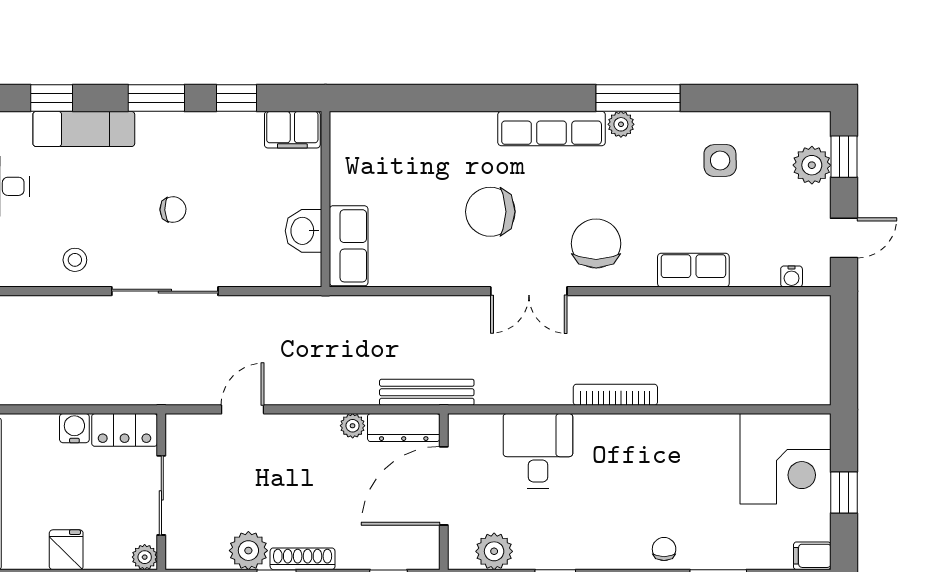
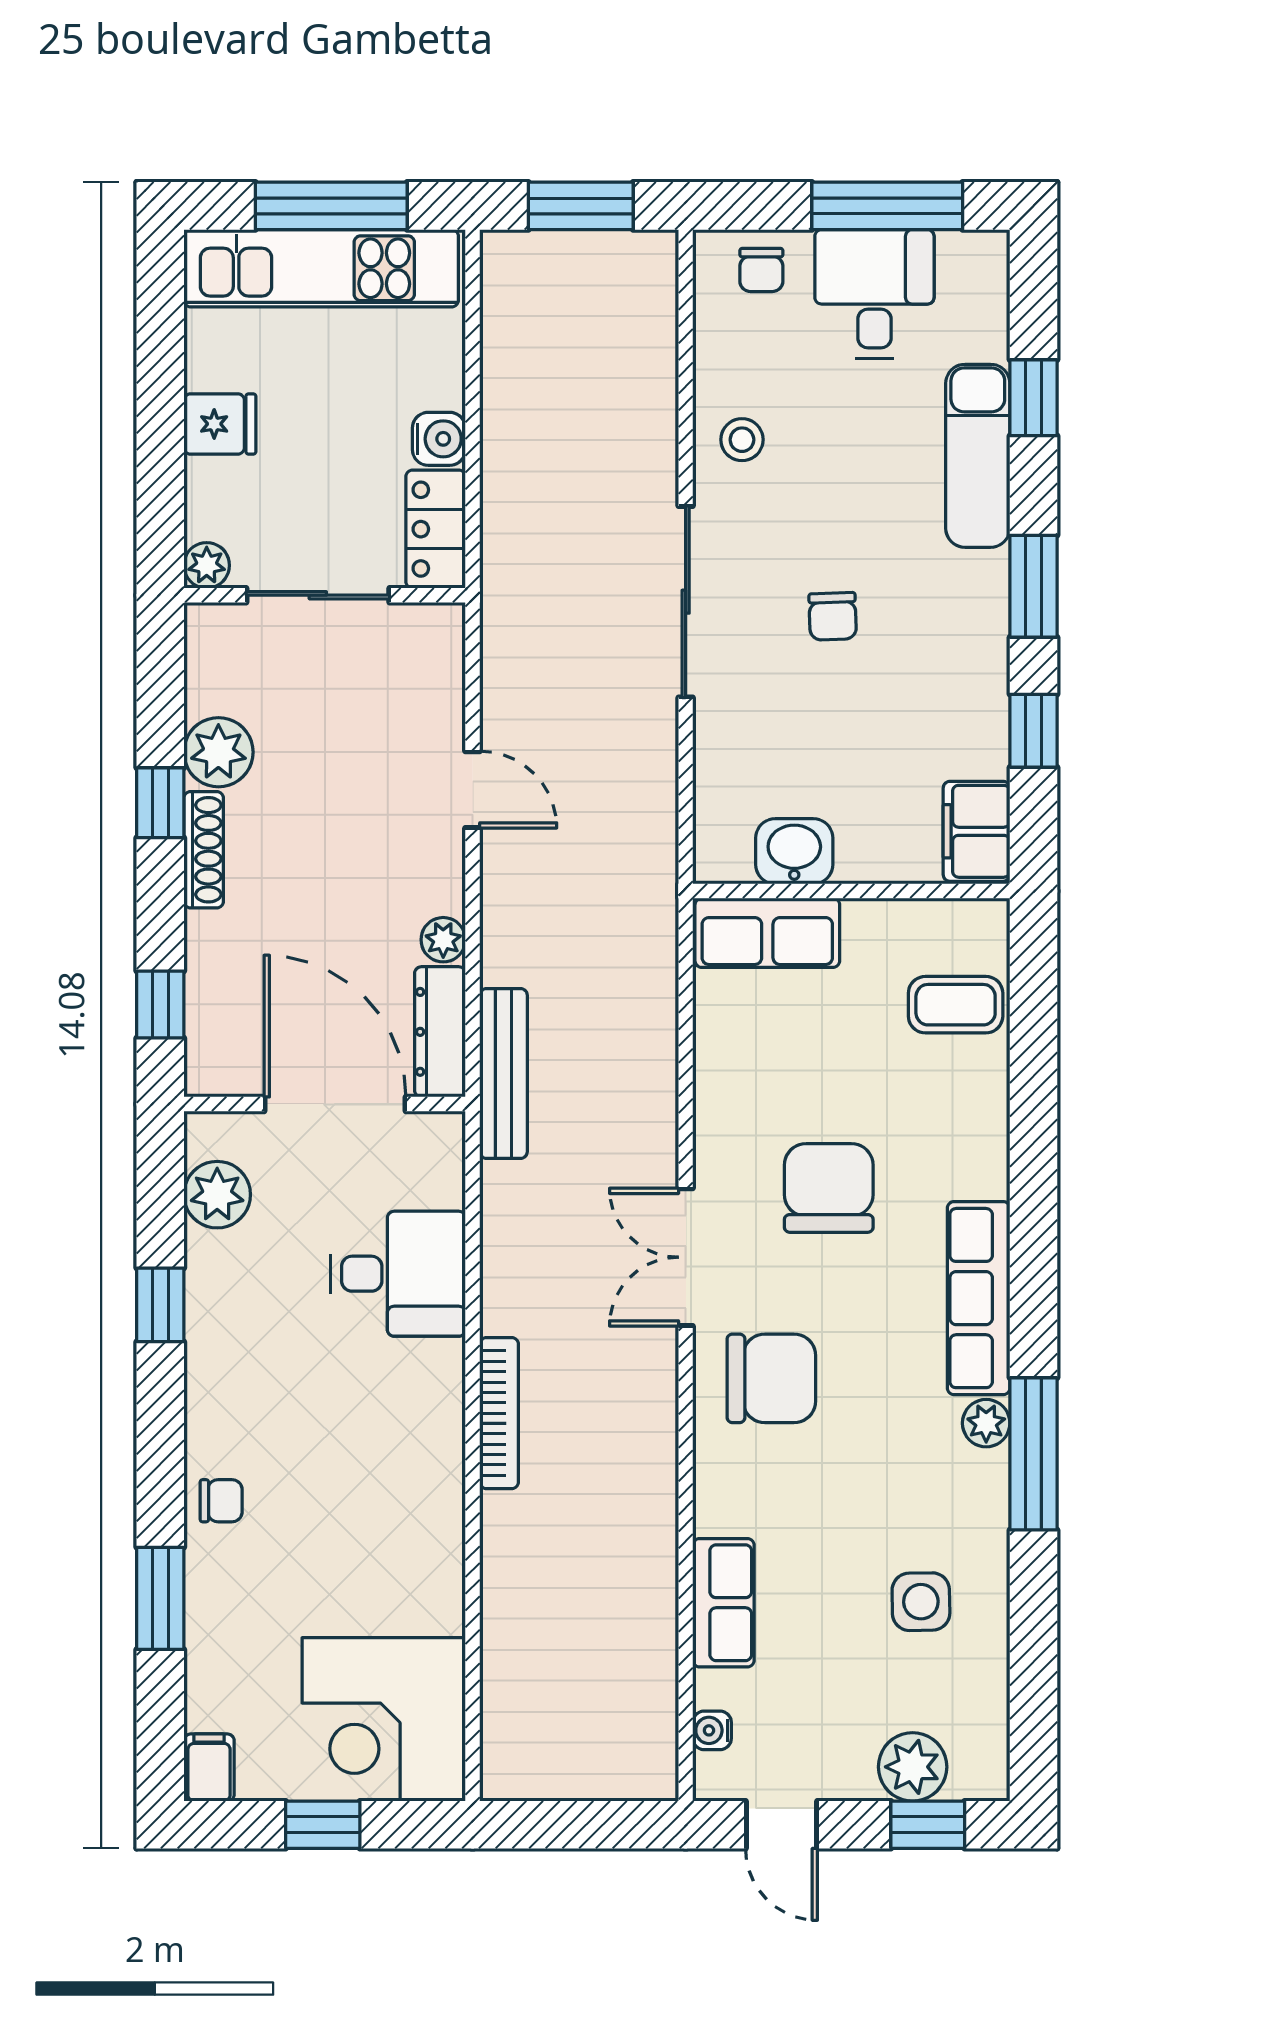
coffee table: (389, 141) -> (956, 1005), added
row of seats: (693, 270) -> (723, 1603), moved
door: (243, 409) -> (473, 790), moved

